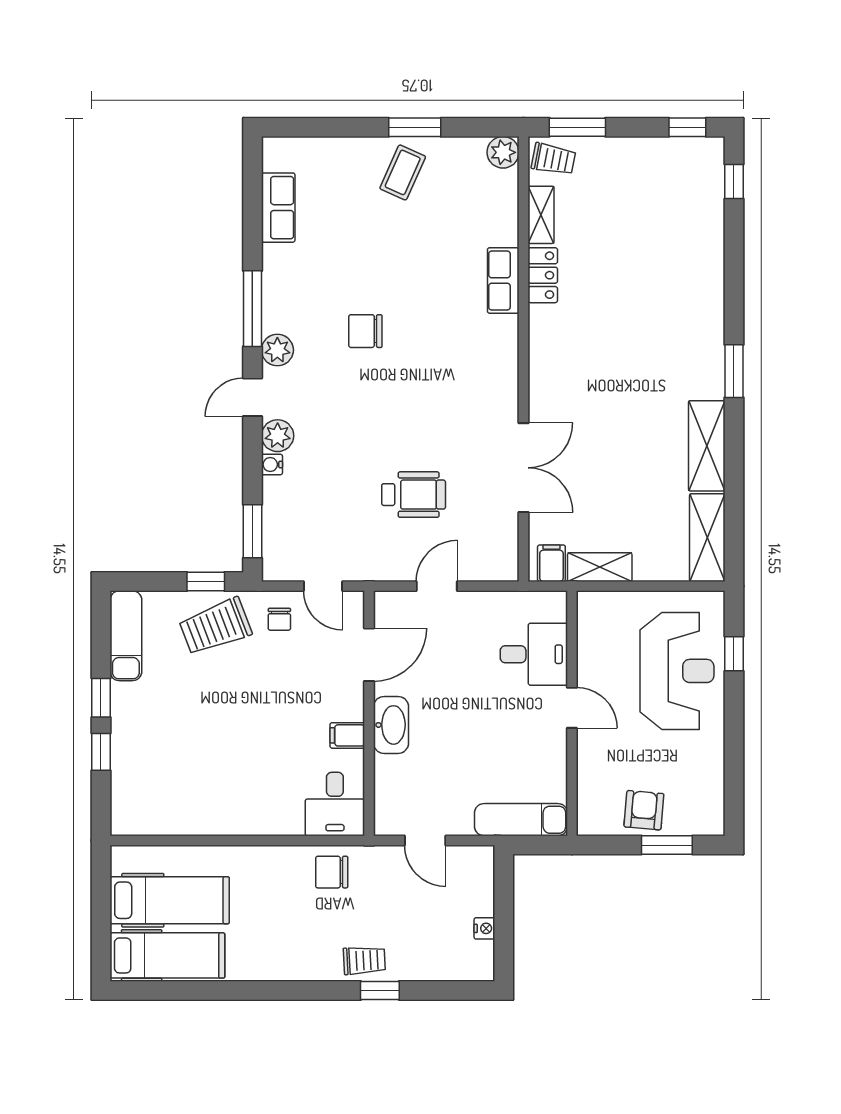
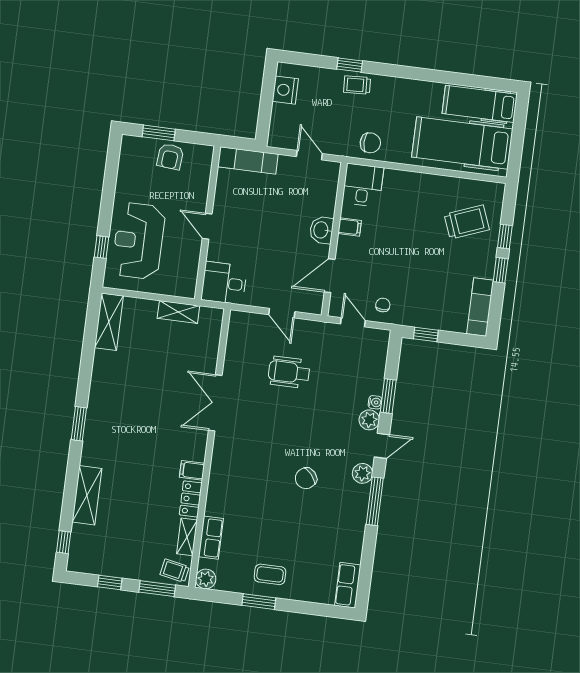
window: (687, 127) -> (110, 583), moved
coffee table: (403, 172) -> (270, 574), turned 66
row of seats: (278, 208) -> (348, 585), moved
row of seats: (503, 281) -> (211, 538), moved
chair: (365, 331) -> (306, 478), turned 139
shelving: (707, 446) -> (87, 495), moved
double door: (523, 468) -> (215, 403), moved
window: (252, 531) -> (388, 396), moved
filing cabinet: (551, 563) -> (192, 470), moved, turned 90
door: (437, 586) -> (282, 313), hinge flipped
trolley: (215, 626) -> (467, 222), moved
desk: (534, 654) -> (224, 283), moved
washbasin: (391, 725) -> (321, 230), width x0.72
hospital bed: (170, 900) -> (462, 143), width x1.37, depth x1.29
nightstand: (484, 928) -> (285, 90), width x1.89, depth x1.79

